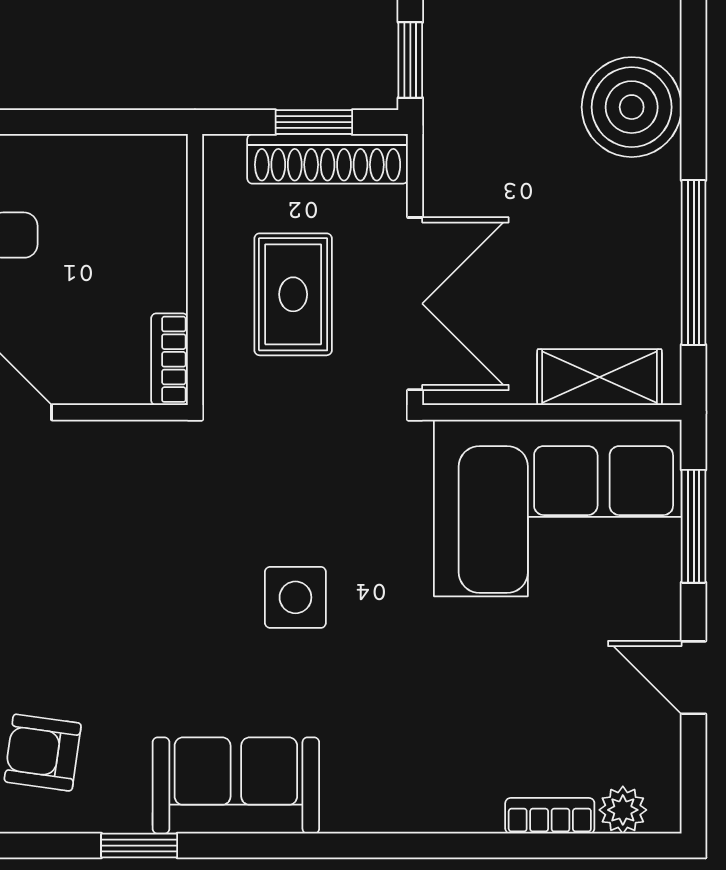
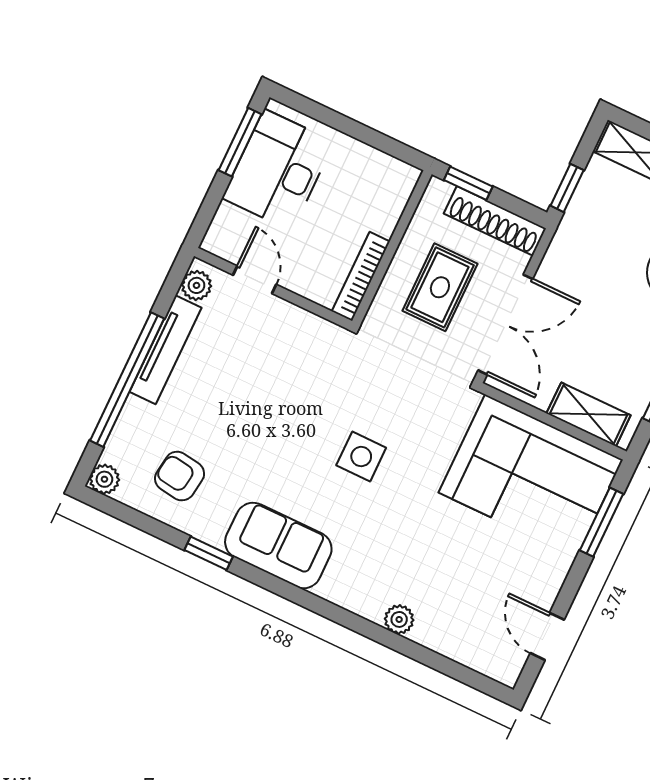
window: (314, 122) -> (468, 183), moved
bookcase: (169, 359) -> (361, 276), width x1.56
door: (694, 678) -> (547, 636), moved
plant: (623, 810) -> (399, 619), moved
bookcase: (550, 816) -> (445, 645), removed

